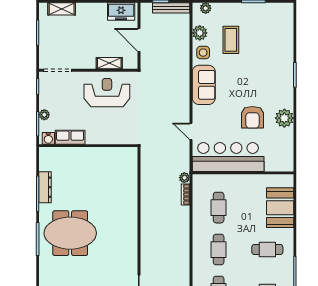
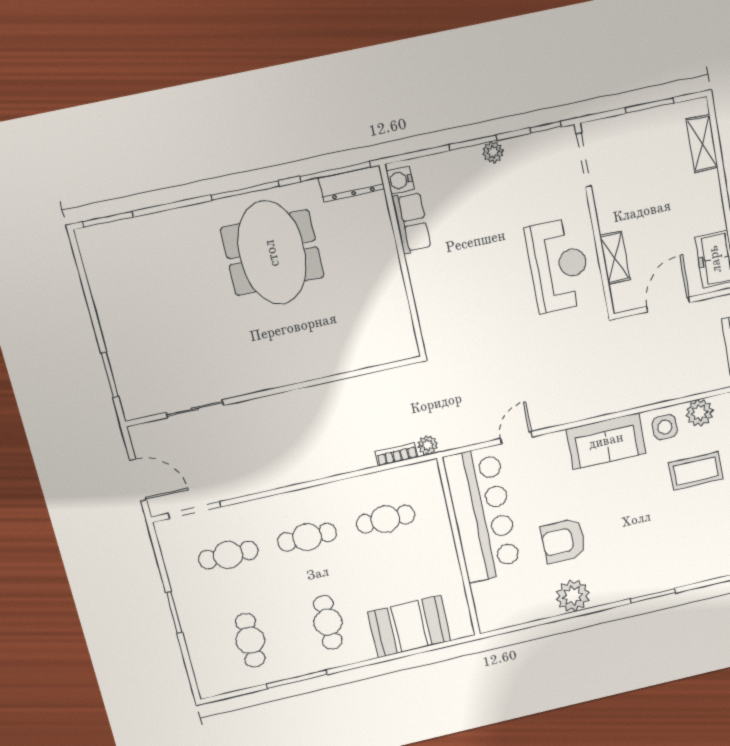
row of seats: (70, 137) -> (411, 223), moved
water cooler: (48, 138) -> (400, 180), moved
wall: (88, 146) -> (403, 262), moved

